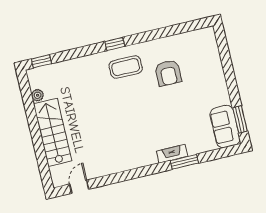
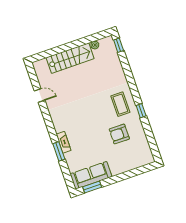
window: (115, 44) -> (141, 111), moved
sofa: (225, 127) -> (91, 175), width x1.36
door: (79, 187) -> (40, 96), moved

